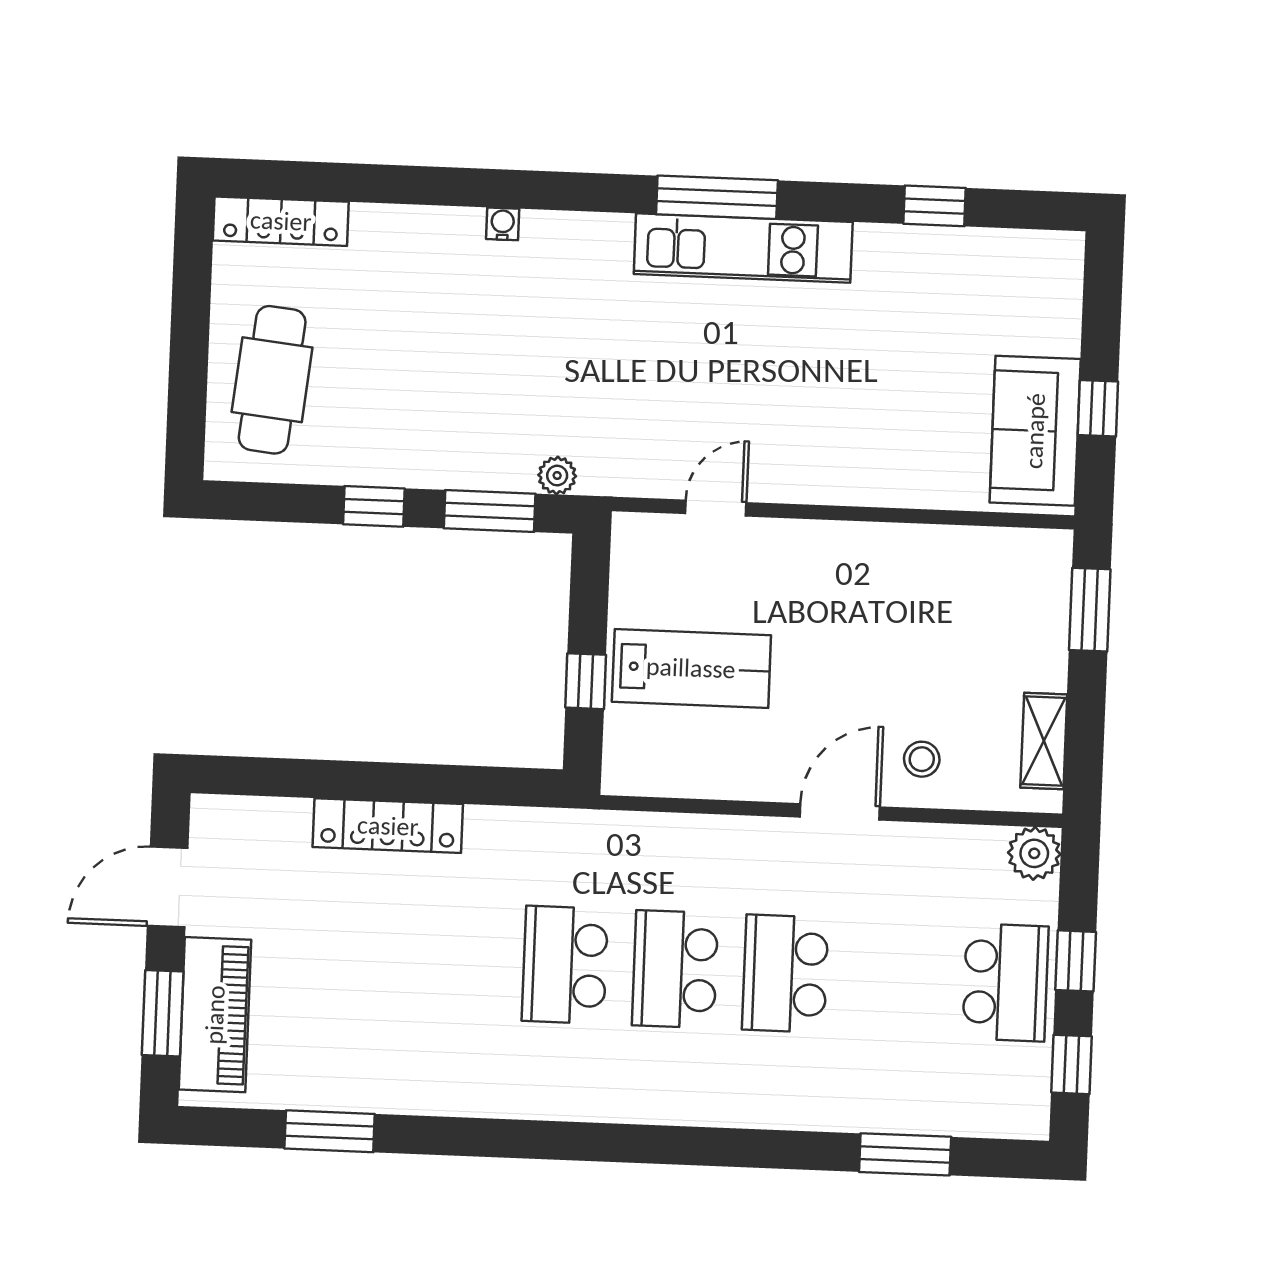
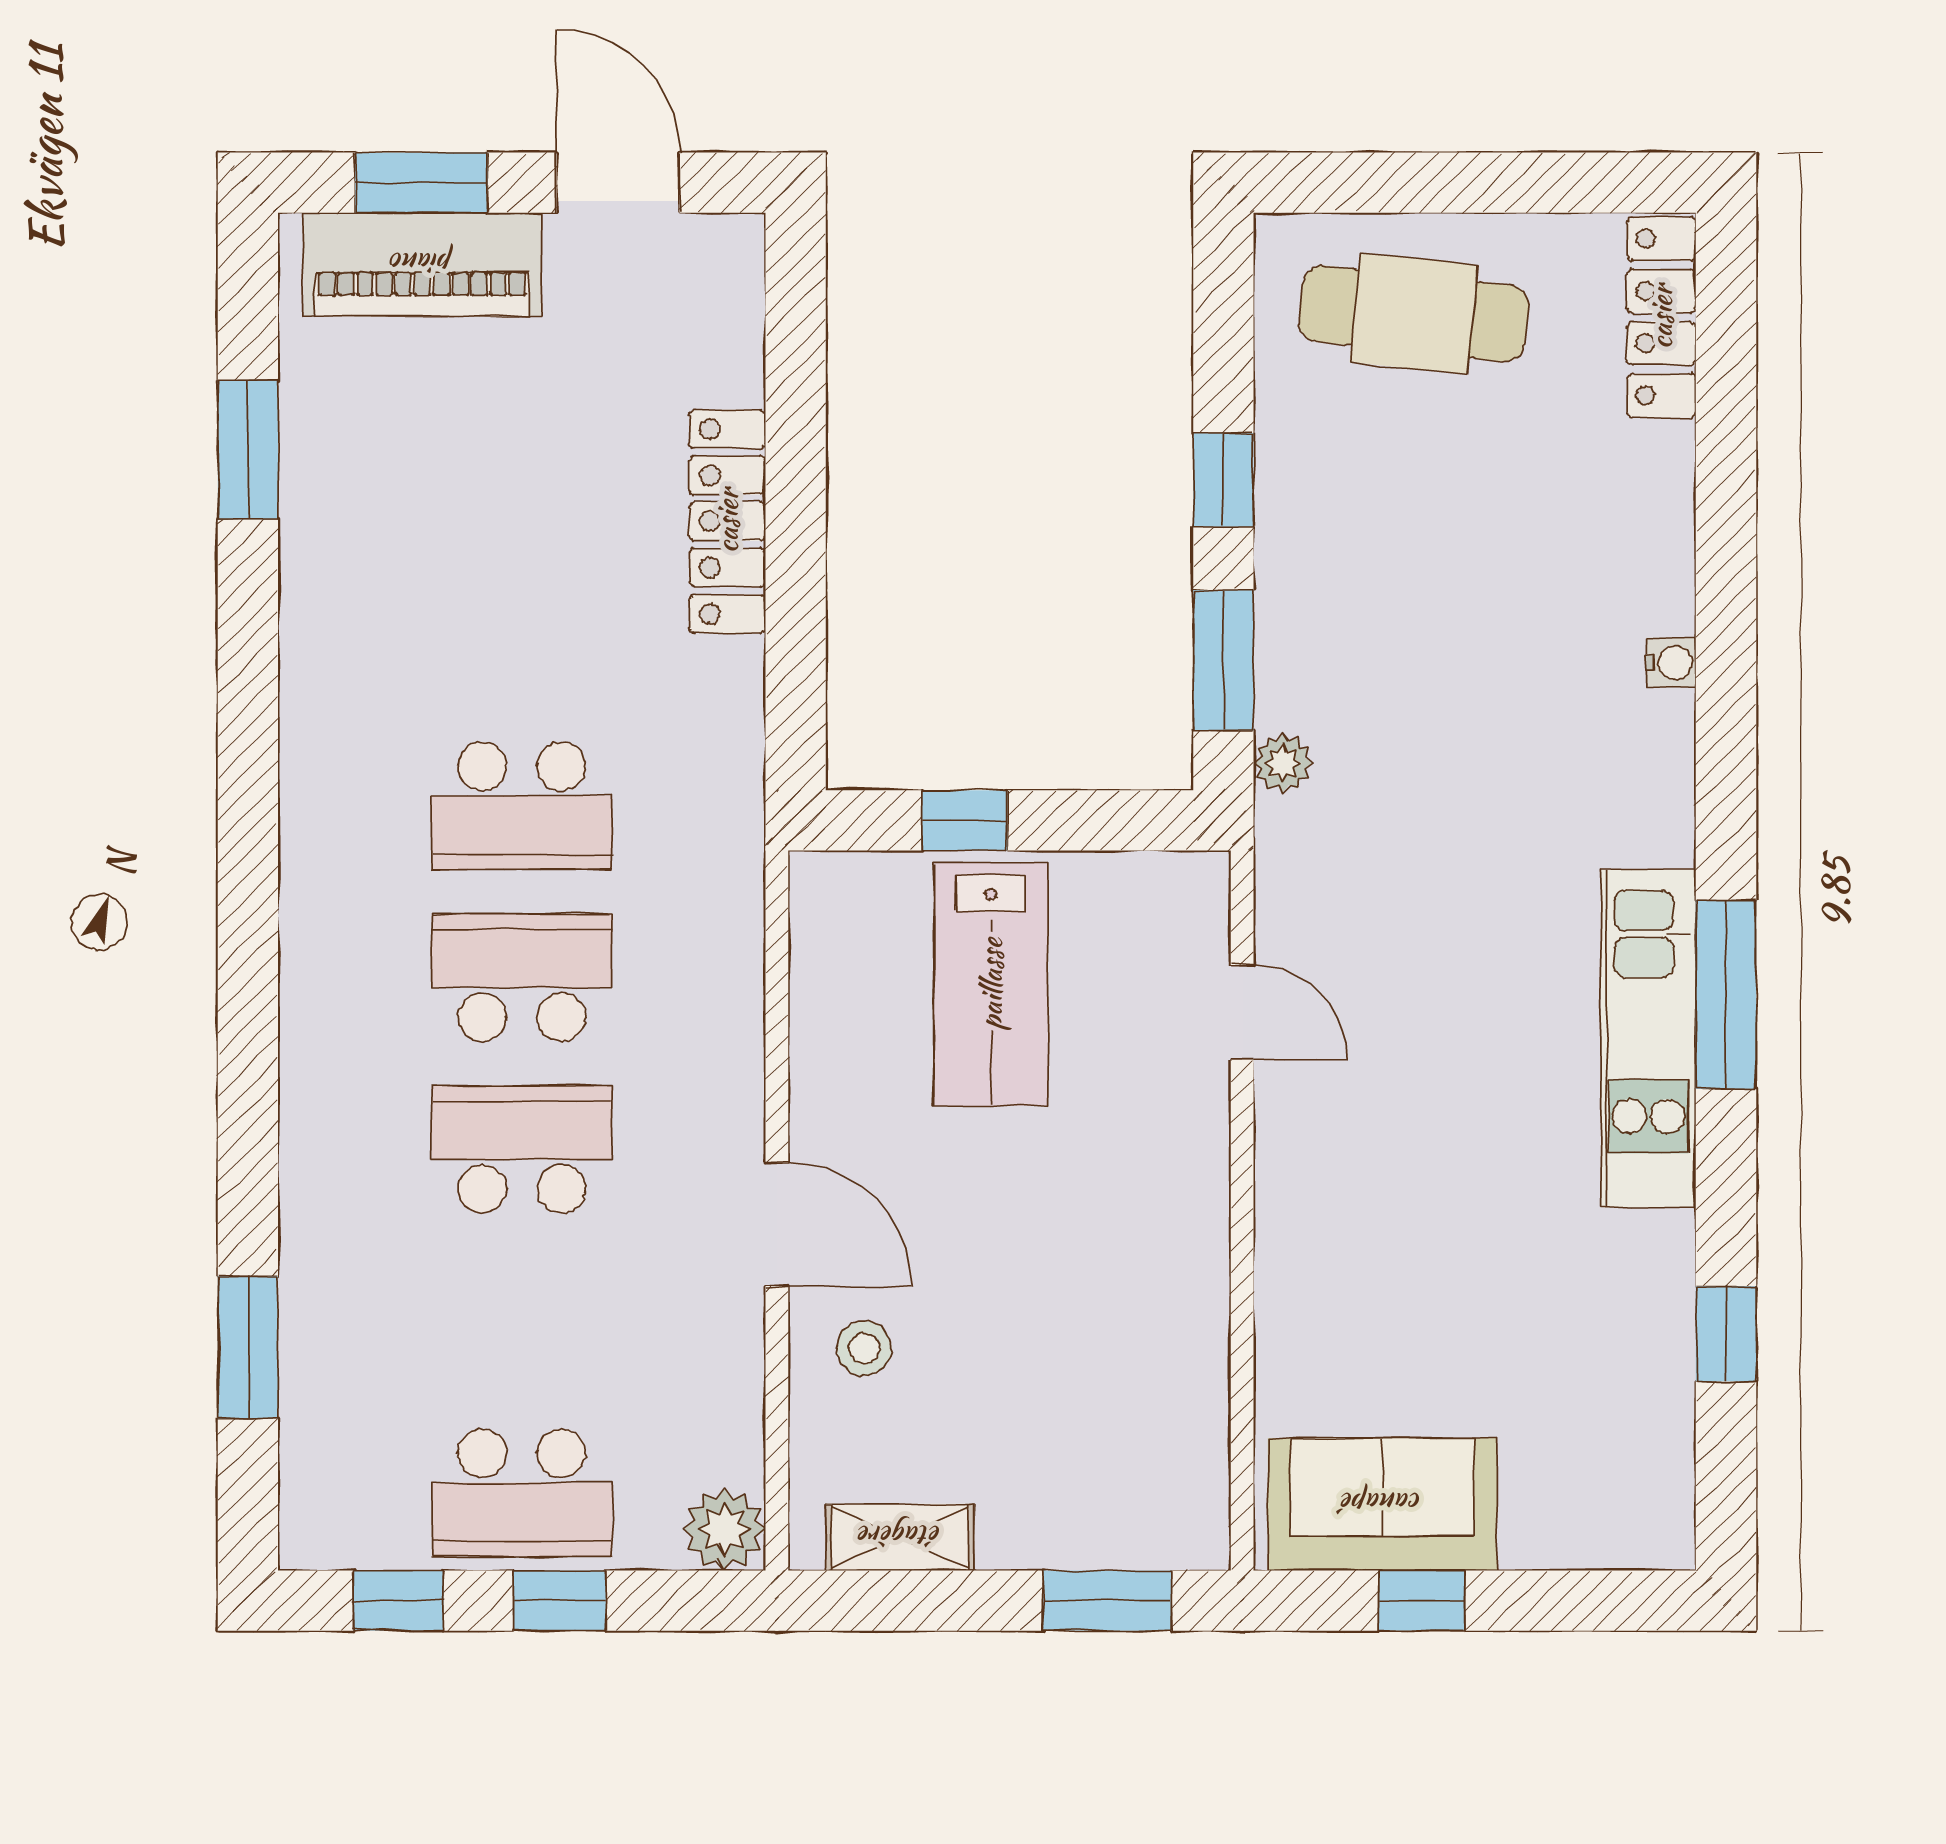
school desk: (565, 965) -> (522, 806), turned 180

